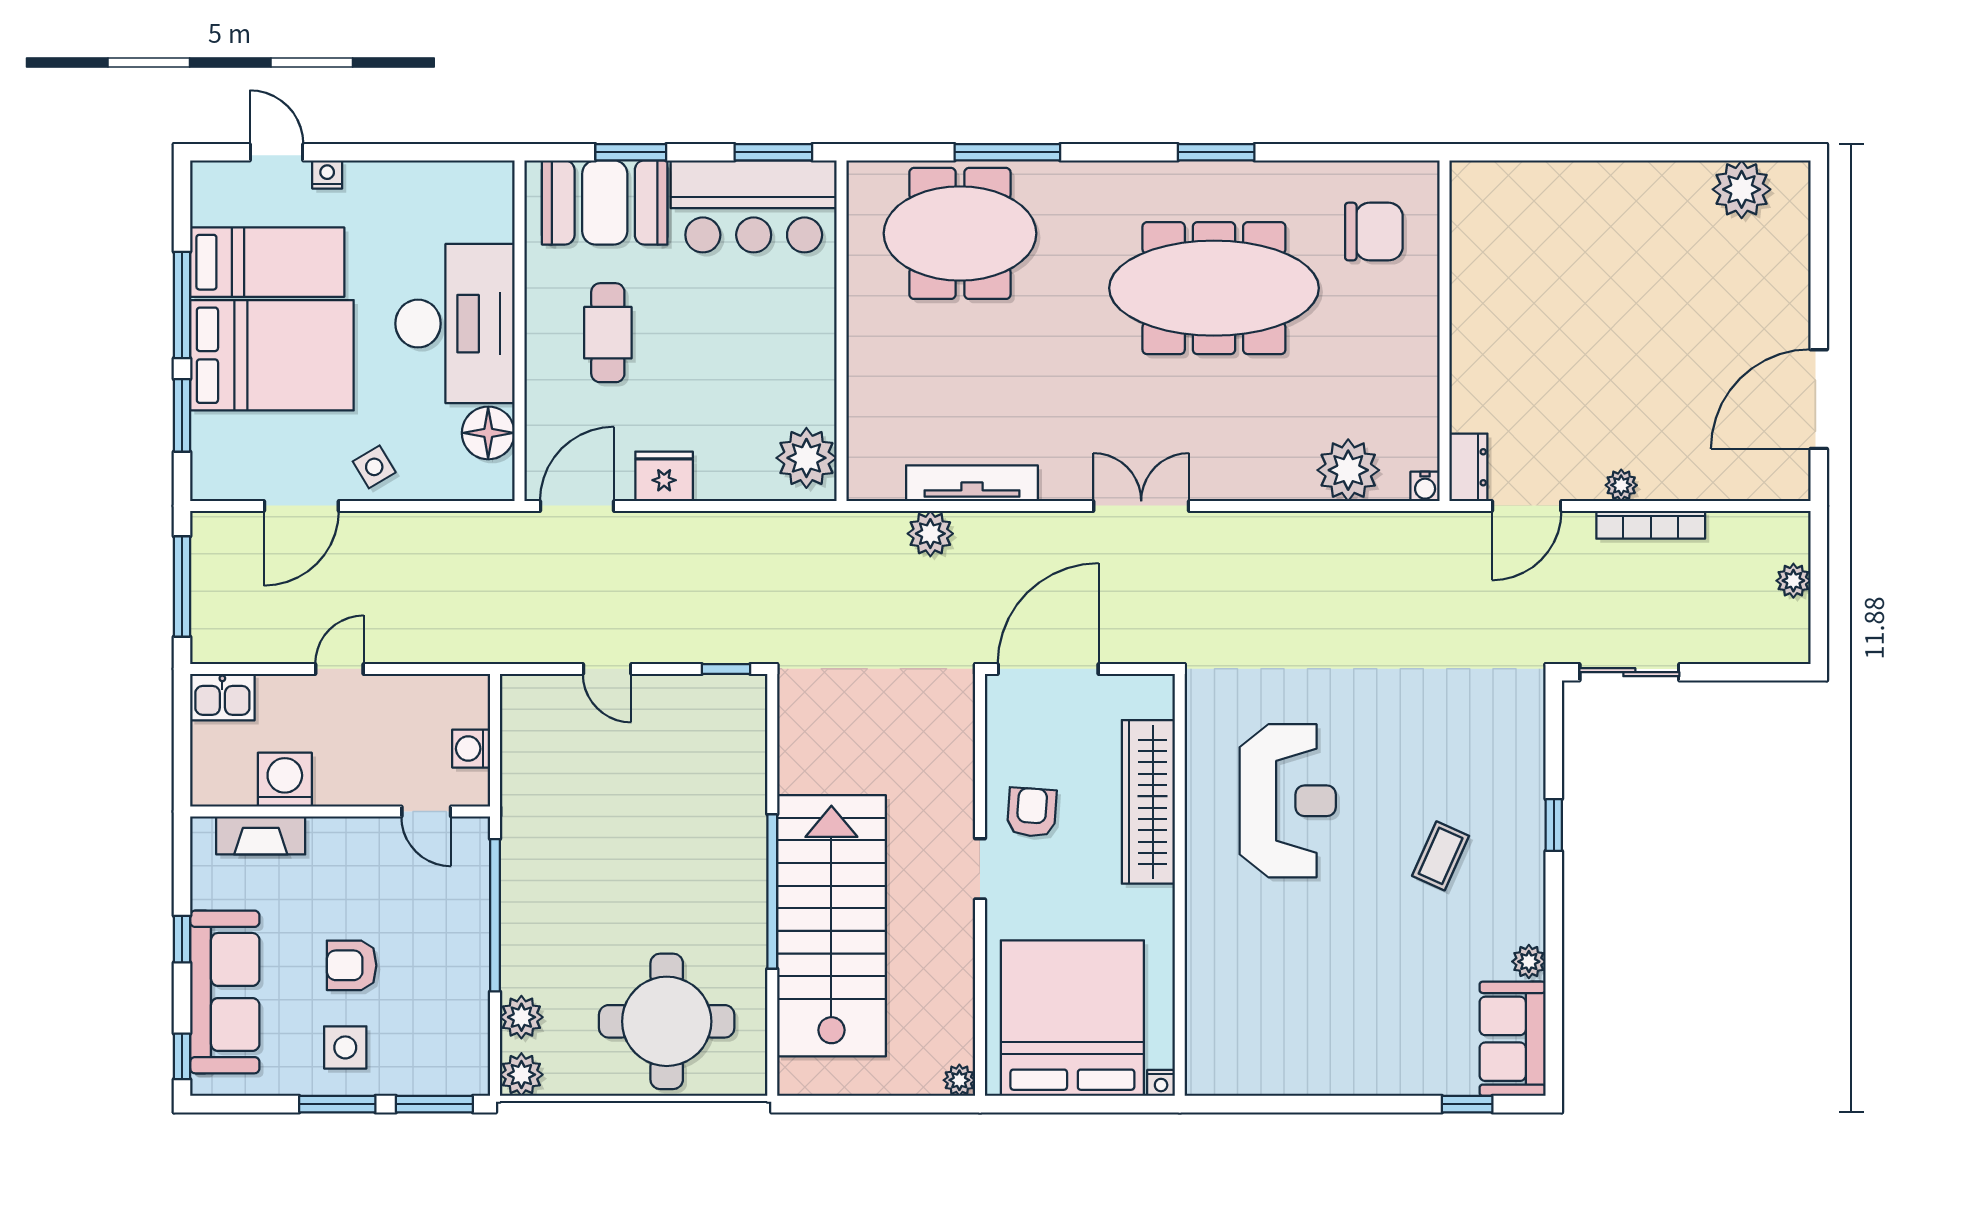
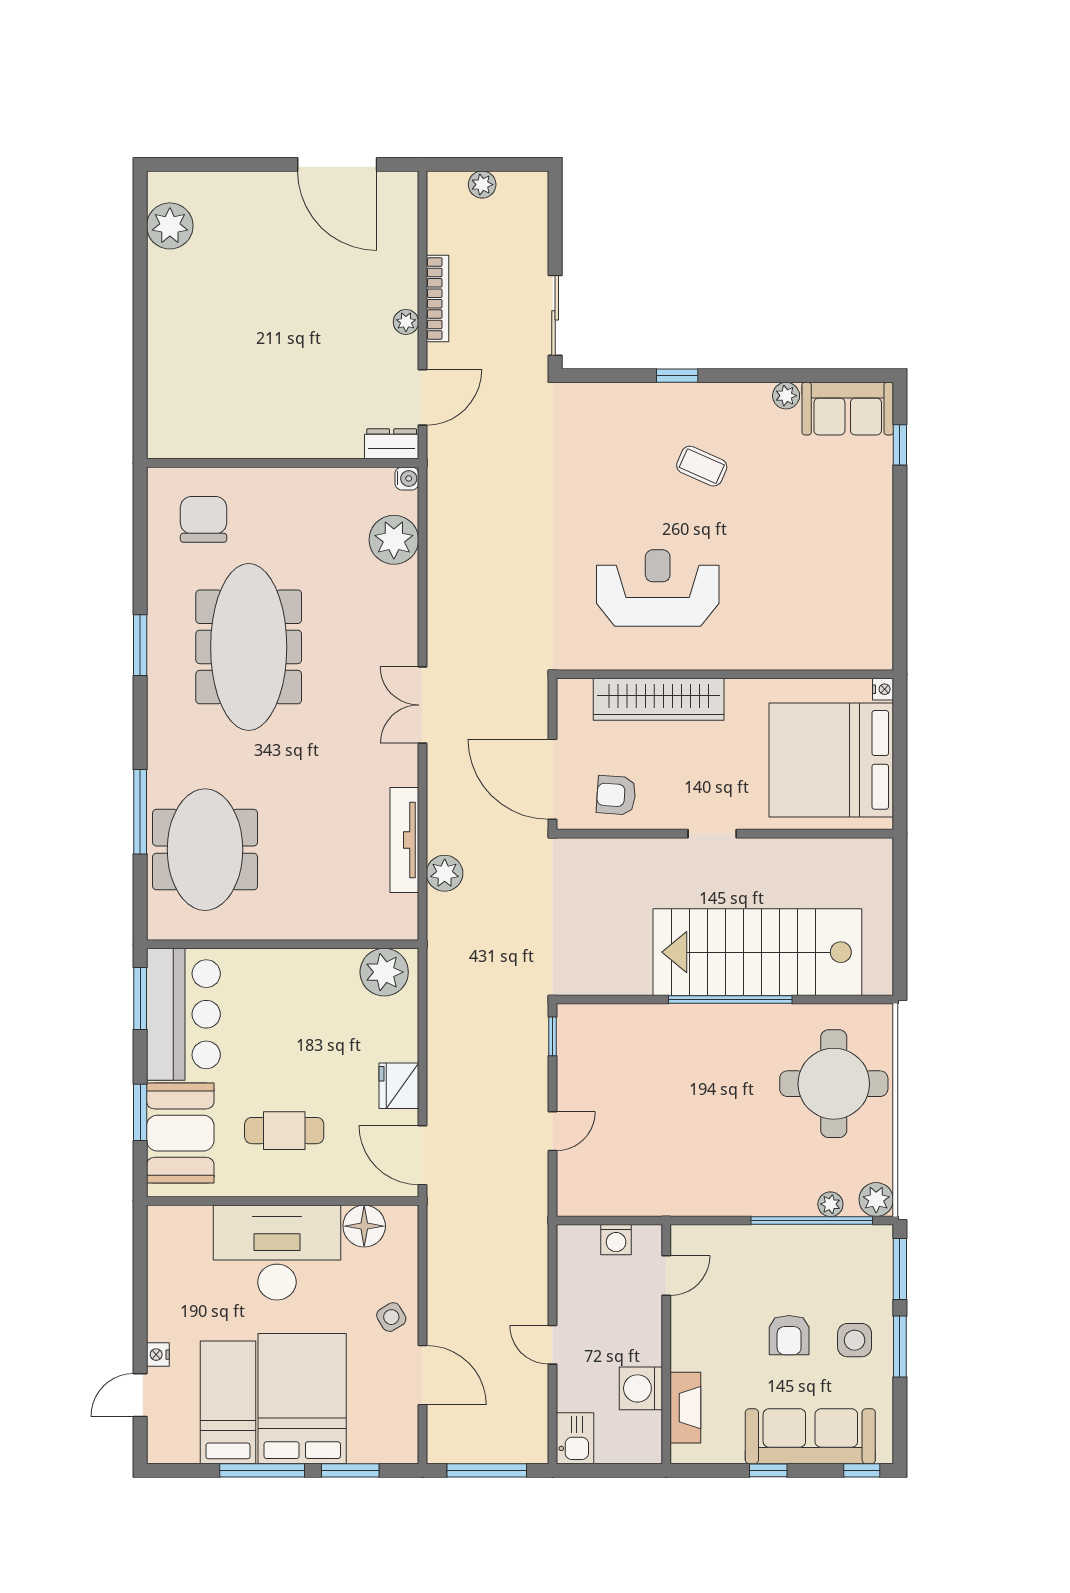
door: (1527, 506) -> (422, 397), hinge flipped
armchair: (1032, 812) -> (616, 795), moved
window: (495, 915) -> (812, 1221), moved
plant: (521, 1017) -> (830, 1204), width x0.73, depth x0.73
plant: (959, 1080) -> (881, 850), removed

